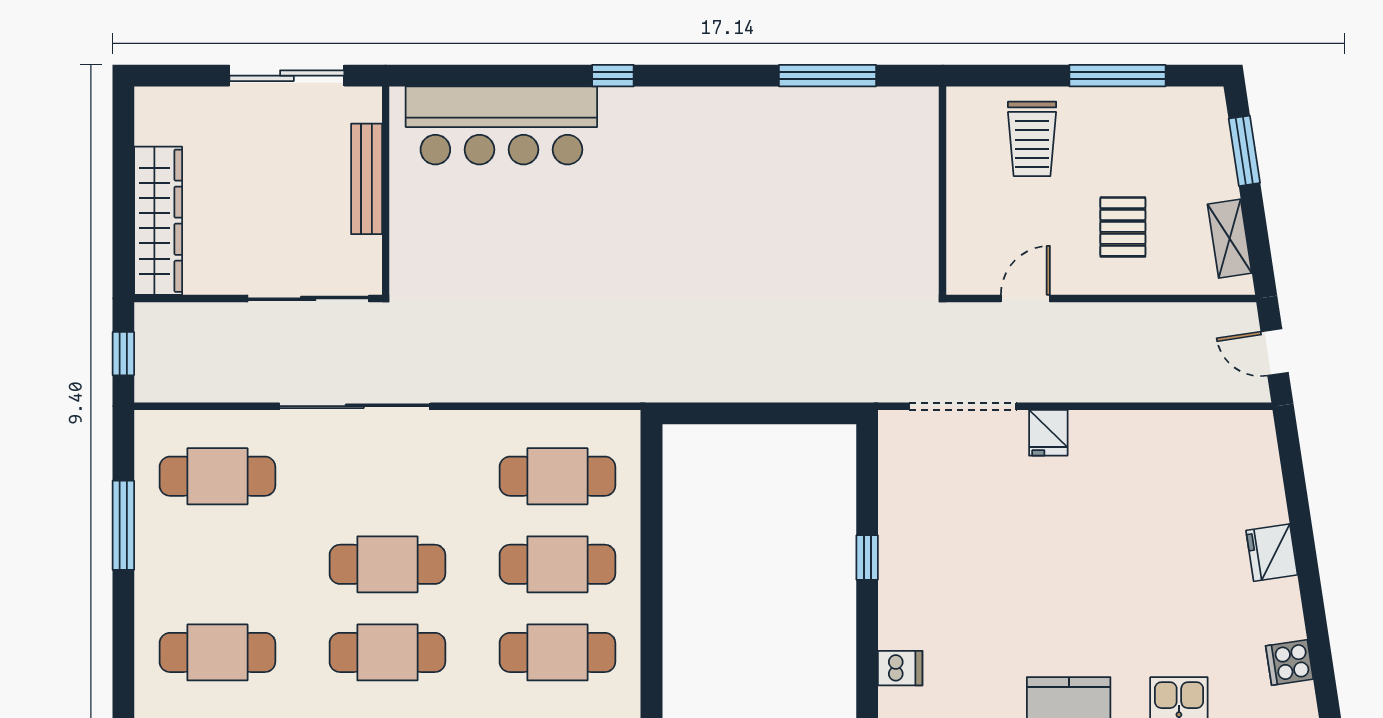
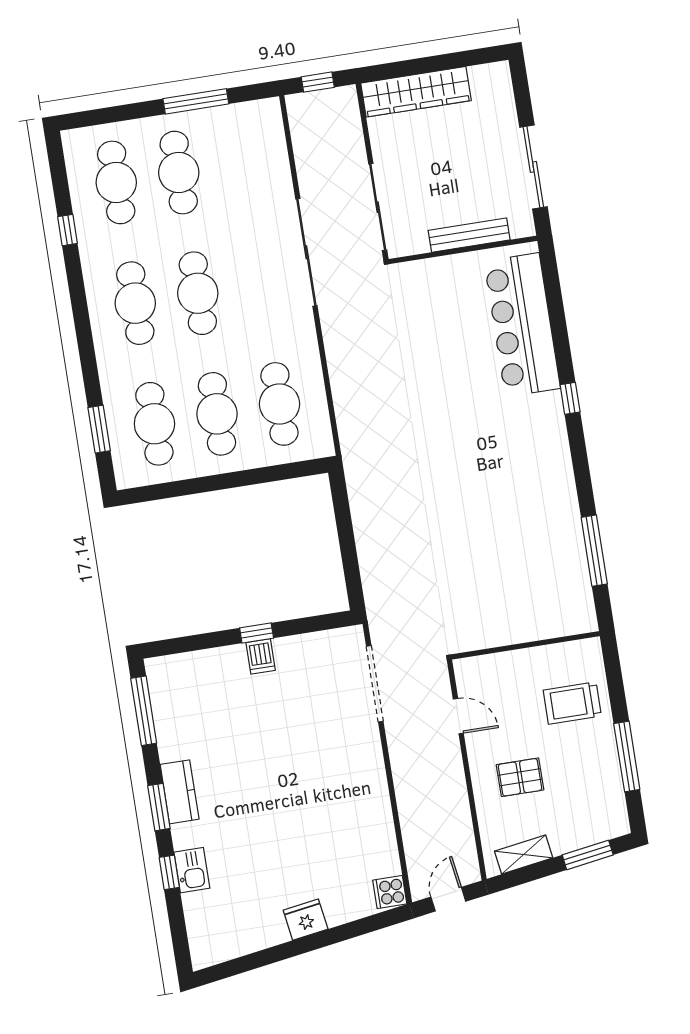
fridge: (1048, 433) -> (366, 748), removed
cafe table: (217, 476) -> (179, 173), moved
cooker: (1289, 662) -> (390, 892), moved, turned -81
dishwasher: (900, 668) -> (261, 656), moved

